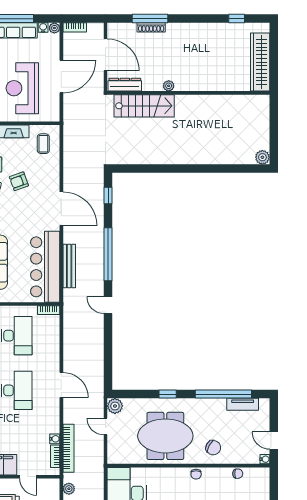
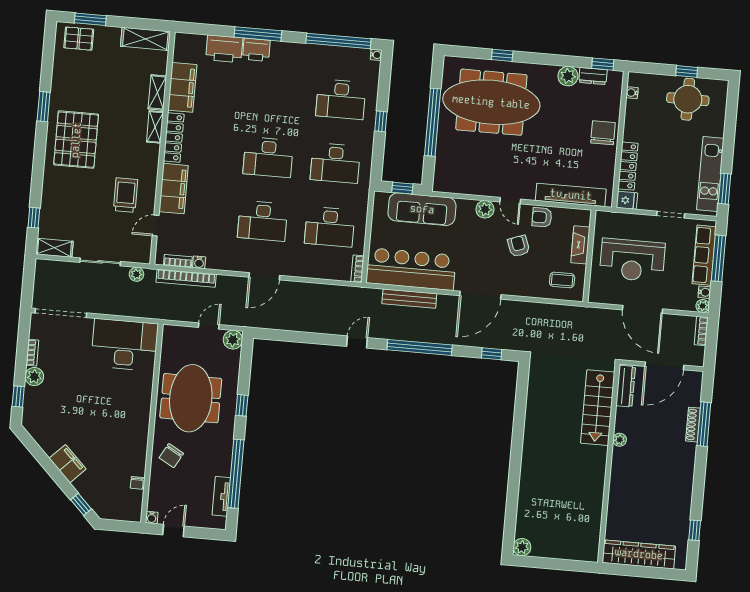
reception desk: (22, 88) -> (632, 260), turned 180
chair: (196, 474) -> (141, 432), removed

